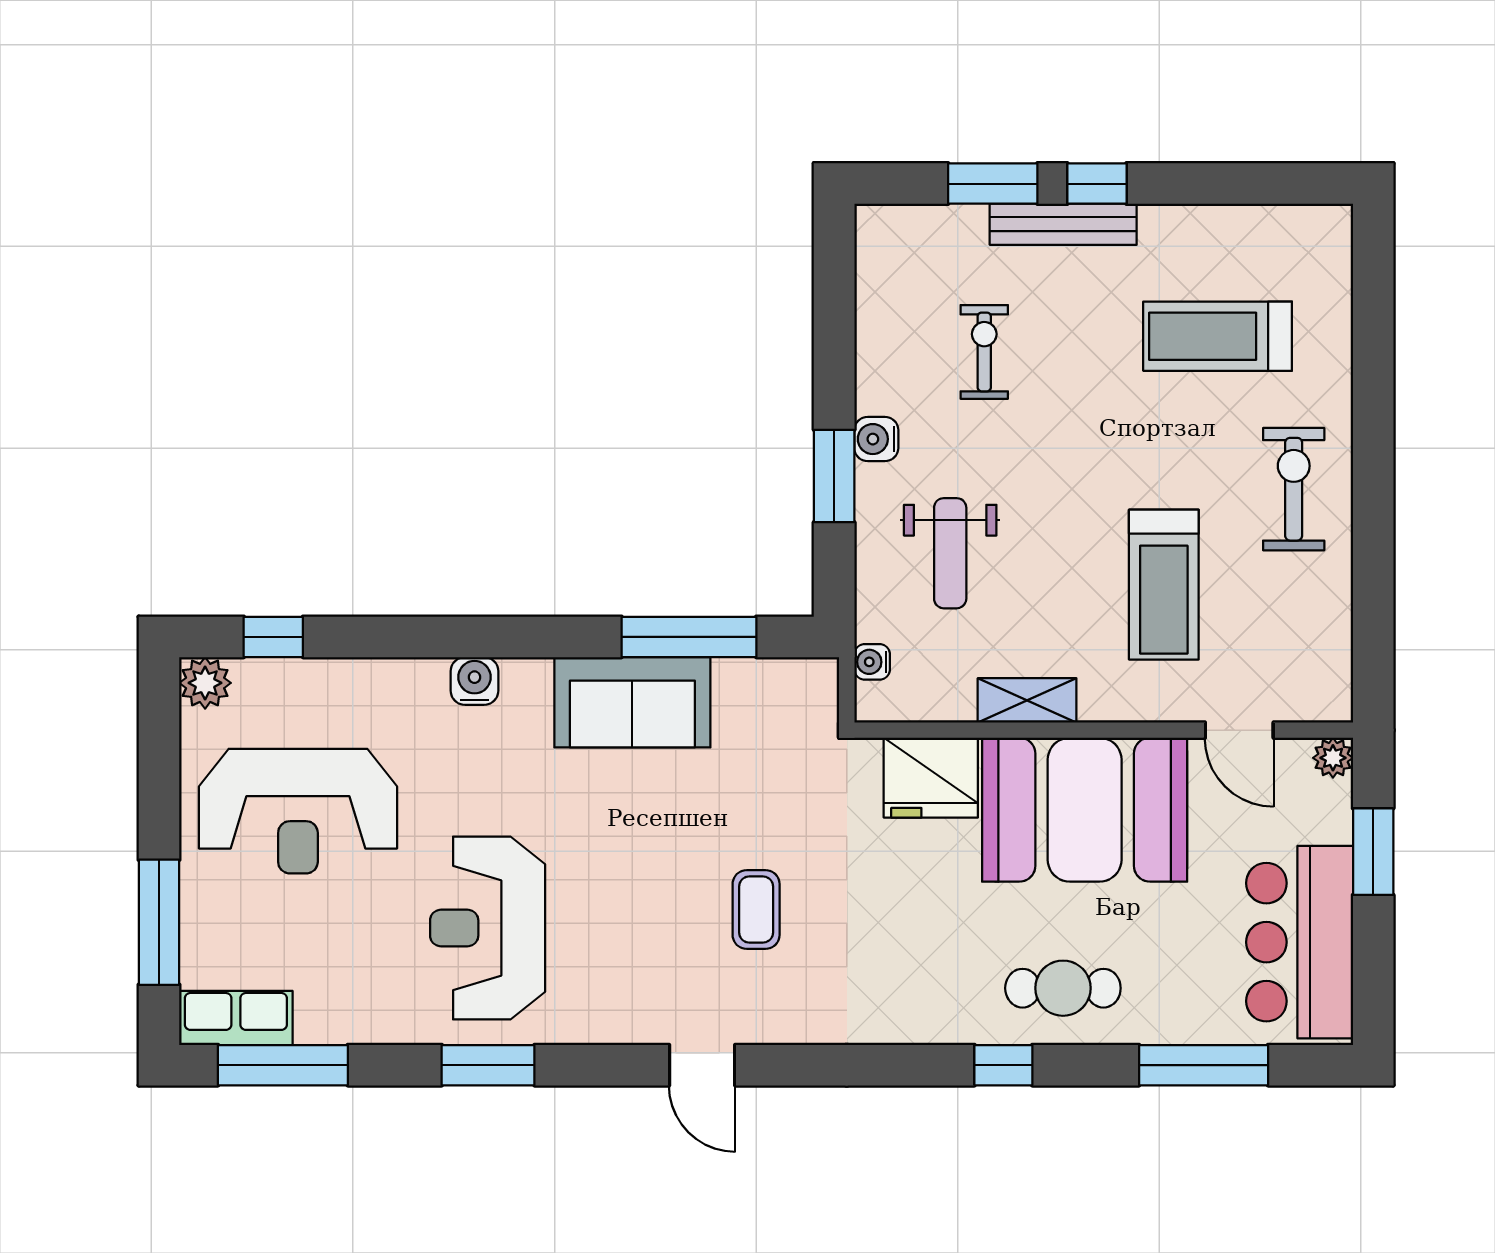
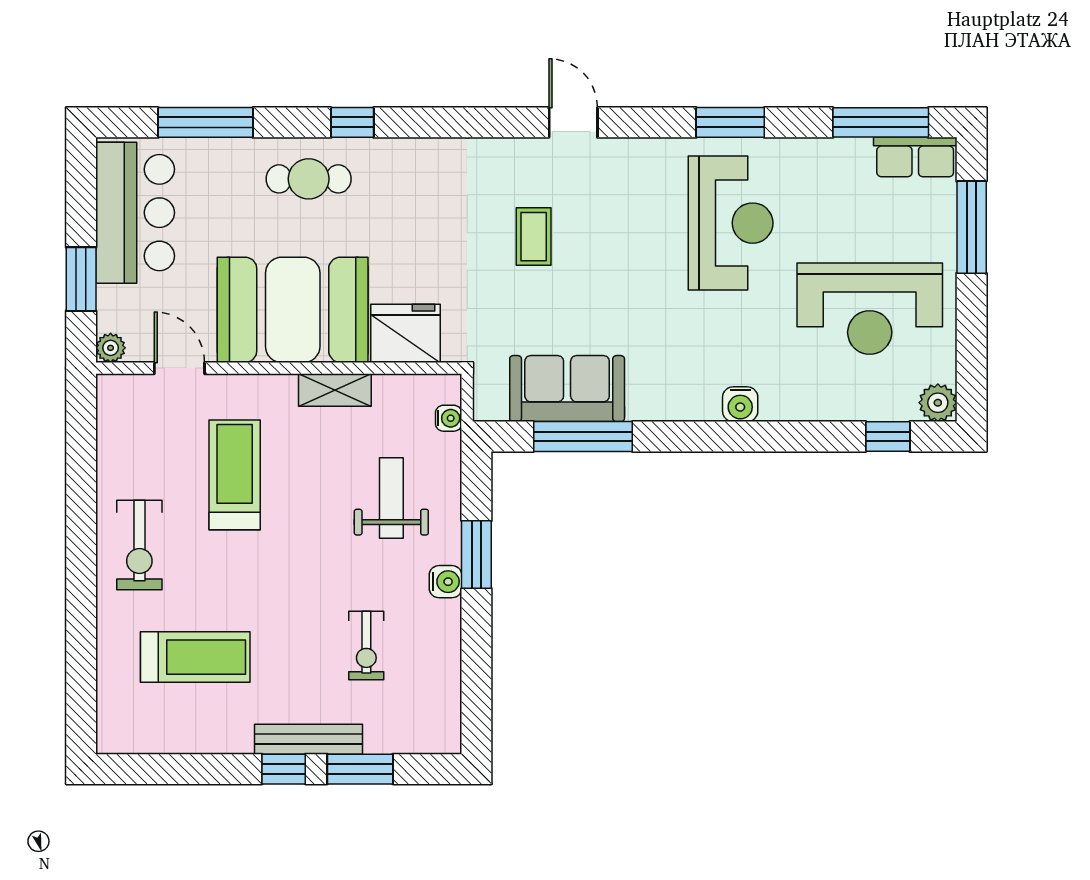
sofa: (632, 702) -> (567, 389), moved
reception desk: (298, 811) -> (870, 309), turned 180

